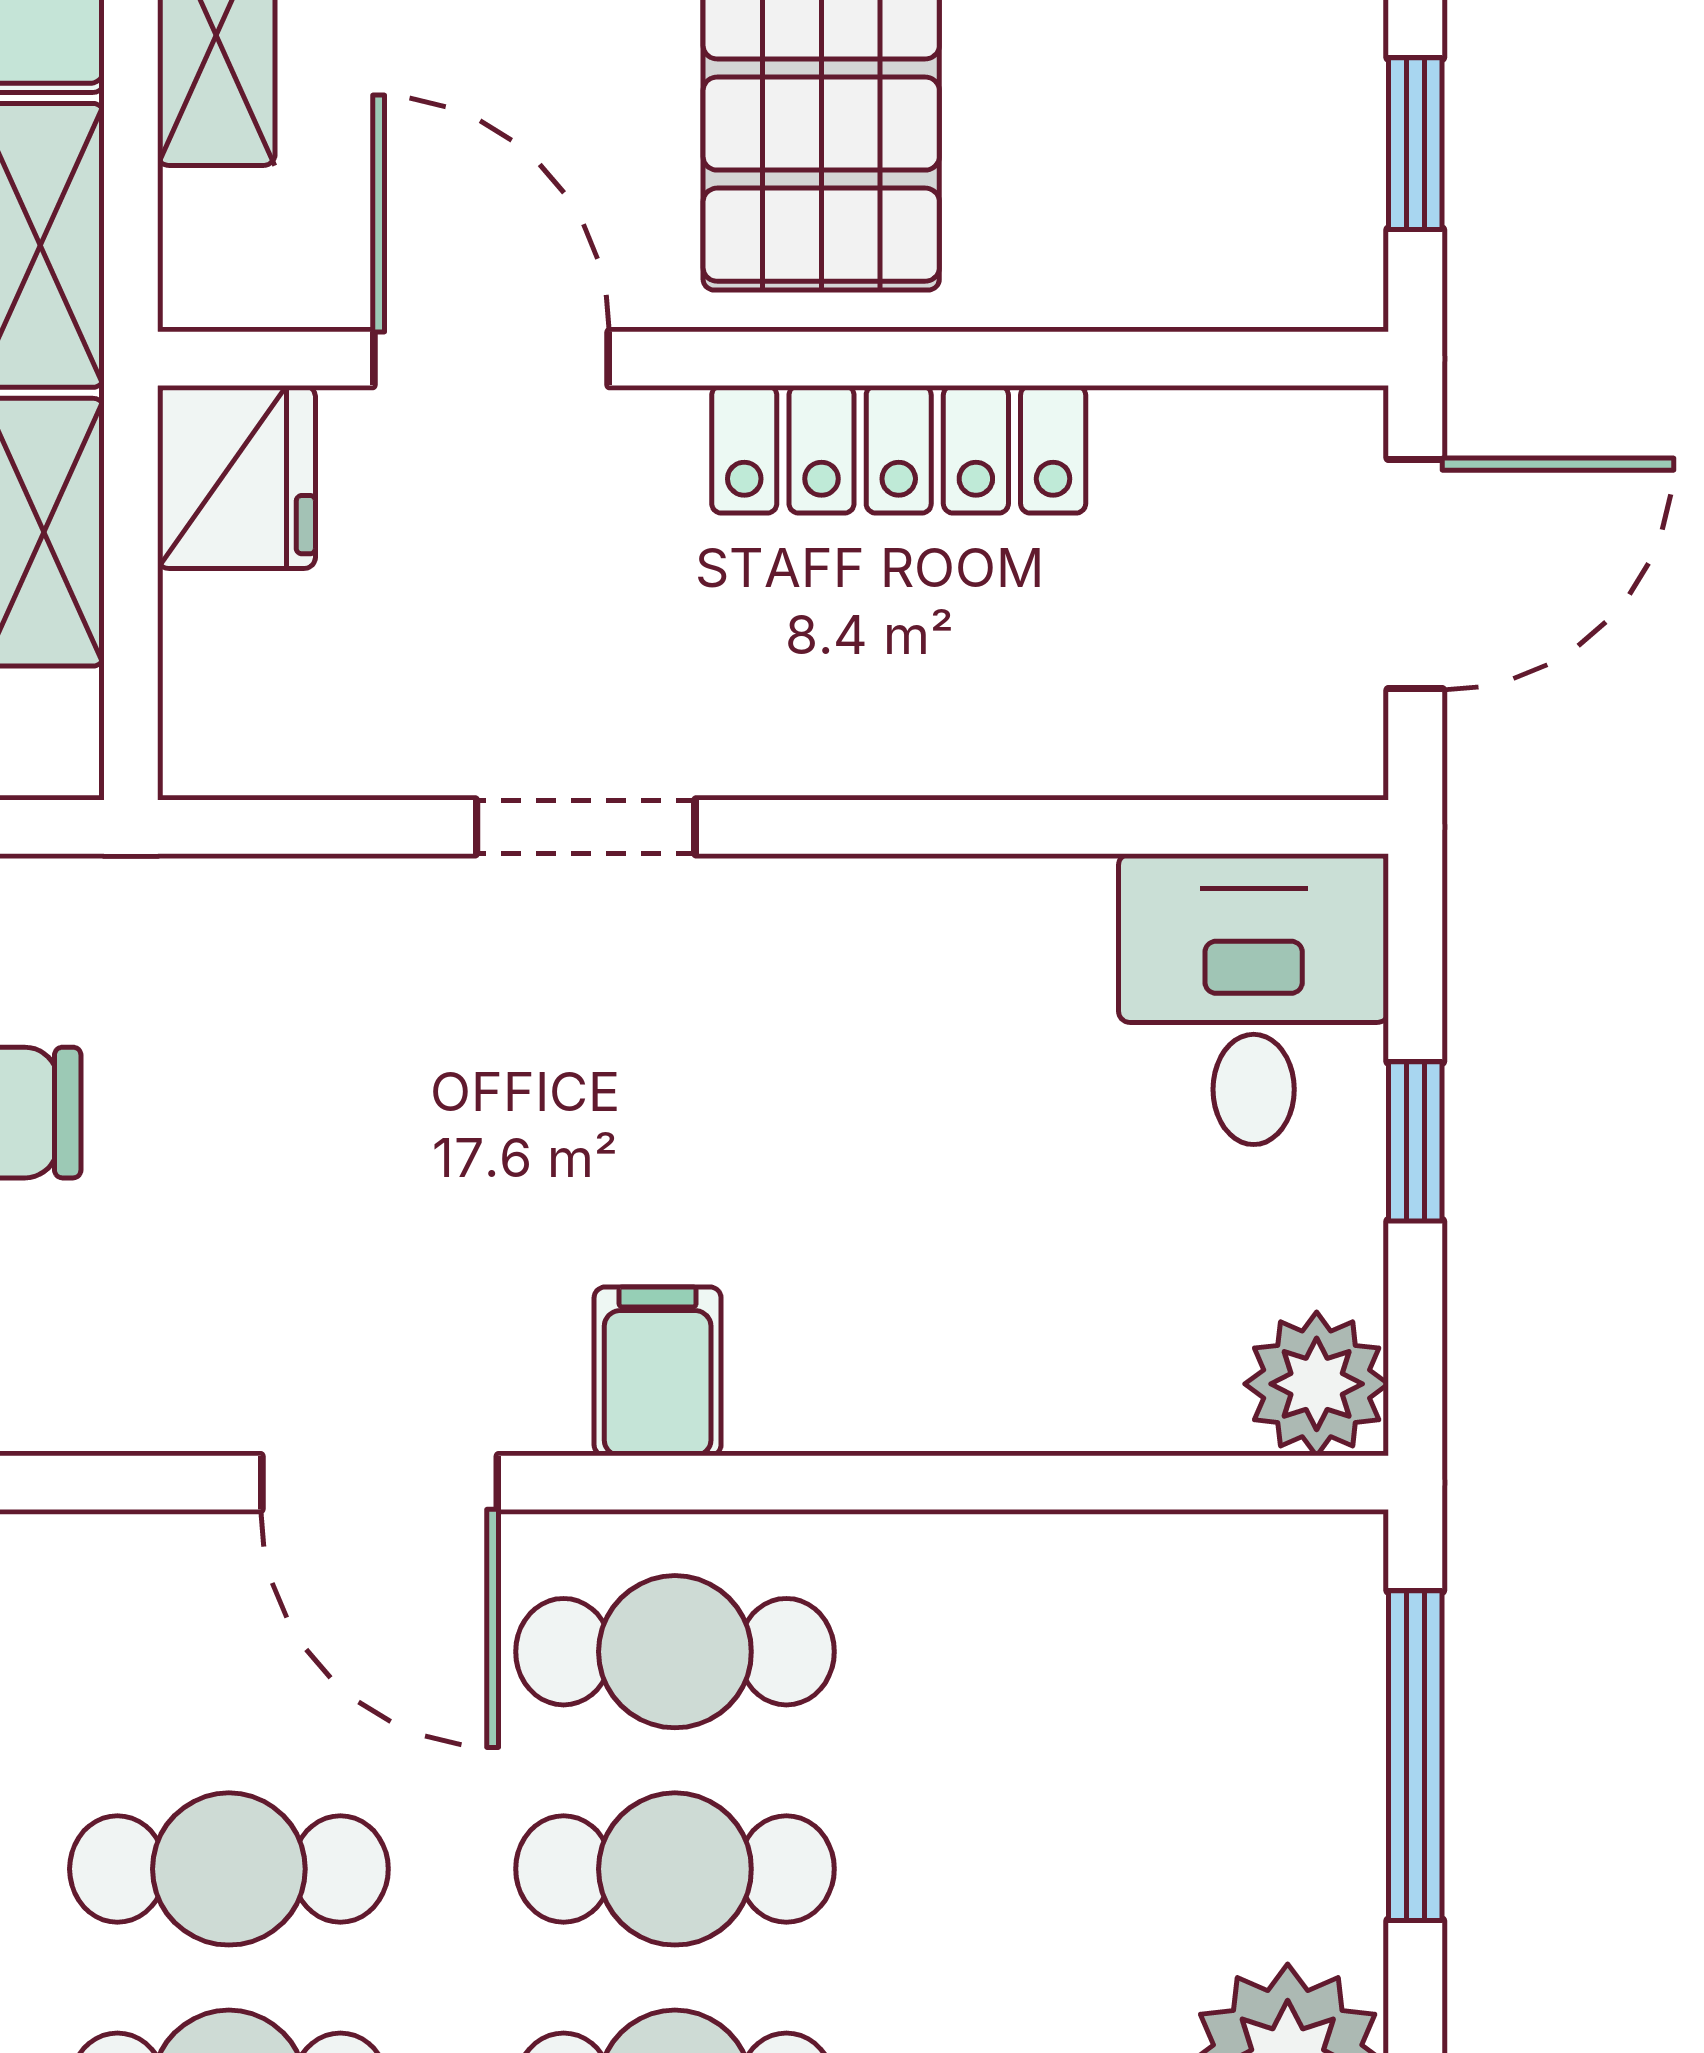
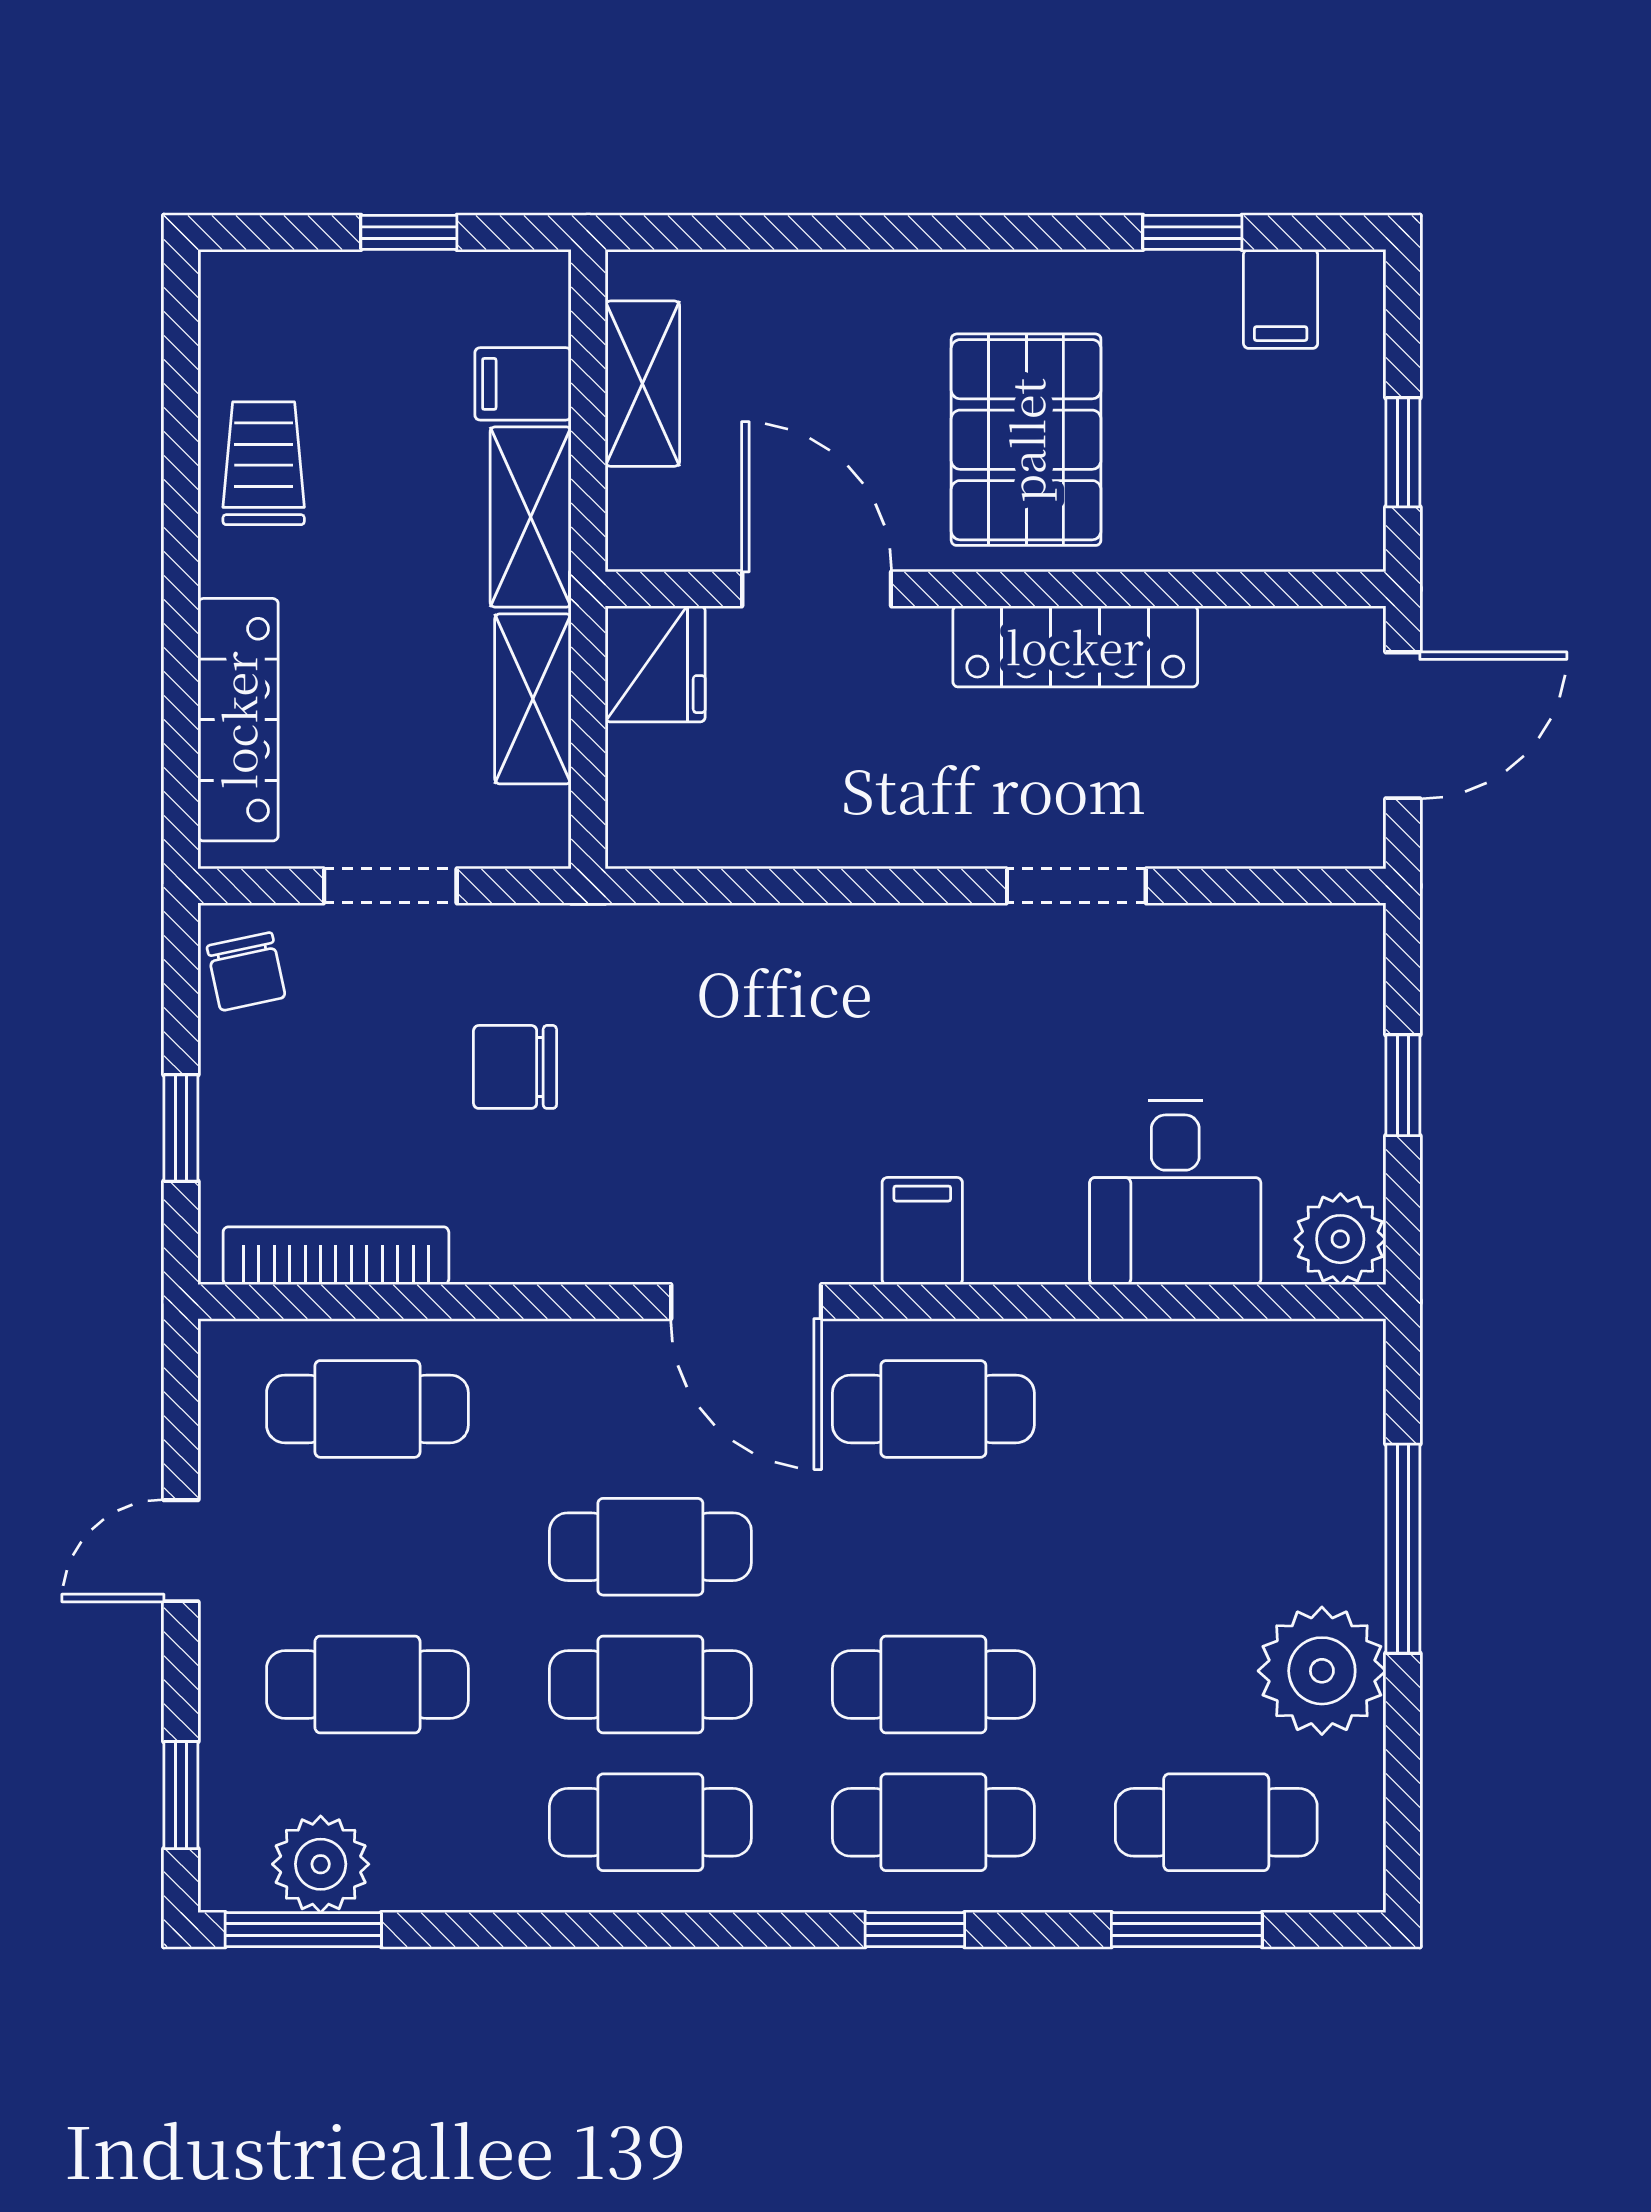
doorway: (586, 827) -> (1076, 886), moved
desk: (1254, 999) -> (1175, 1192), moved, turned 180
window: (1415, 1756) -> (1403, 1549), moved
cafe table: (675, 1869) -> (933, 1547), removed

